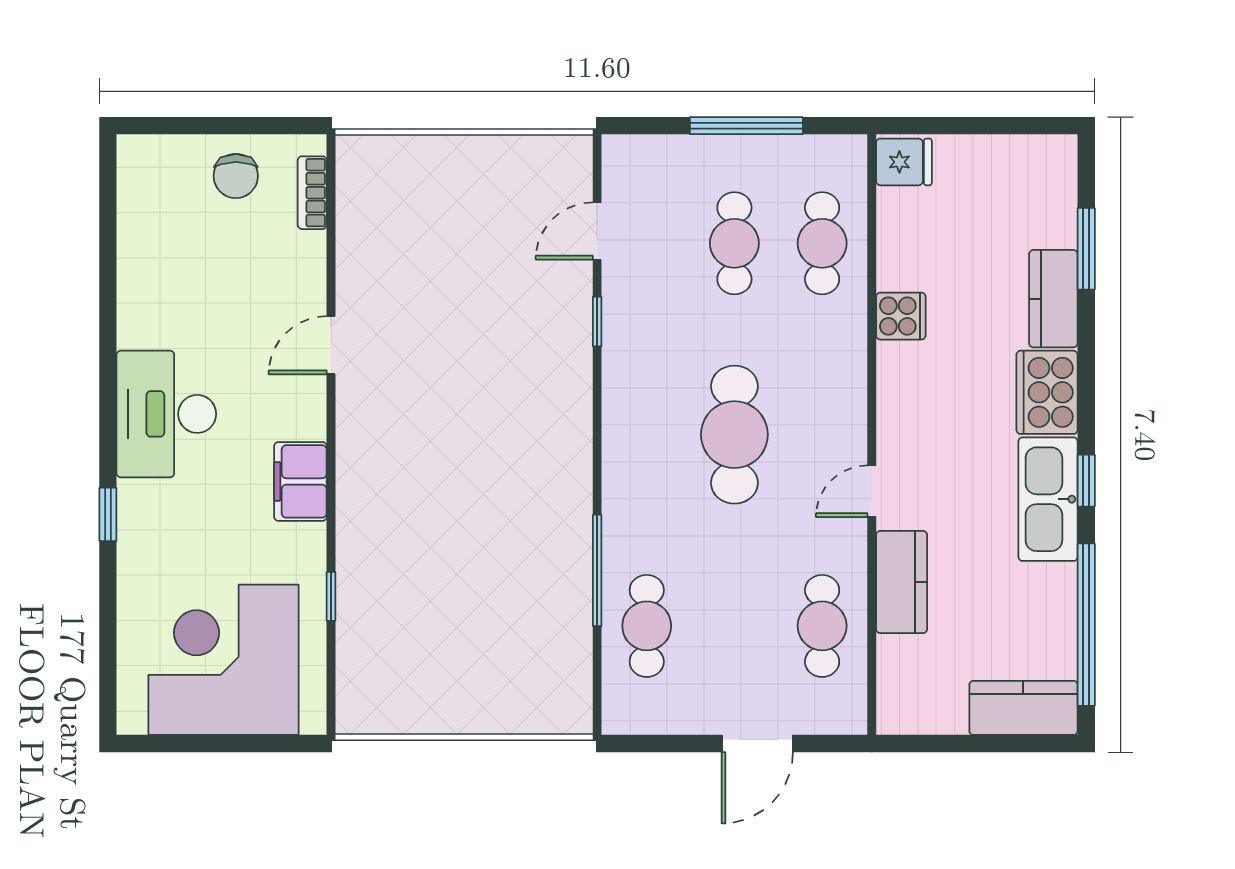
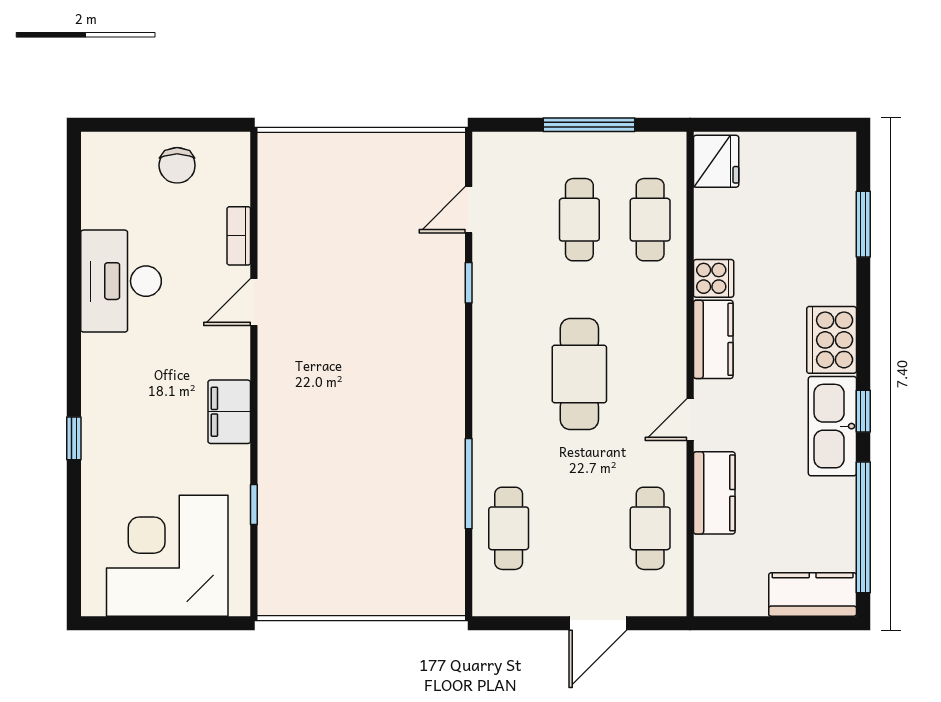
fridge: (904, 162) -> (716, 161), width x1.38
bookcase: (312, 193) -> (239, 236), moved
kitchen counter: (1053, 299) -> (713, 339), moved, turned 180
desk: (166, 414) -> (121, 281), moved

